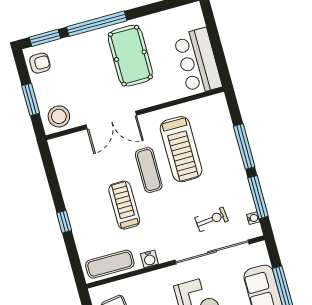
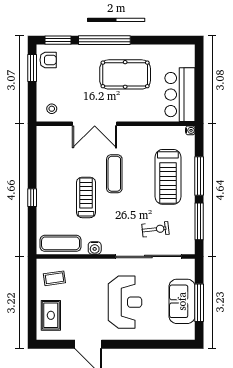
pool table: (130, 56) -> (125, 74), turned 90
window: (31, 99) -> (32, 68), moved
stool: (59, 116) -> (52, 109), width x0.53, depth x0.53
treadmill: (181, 149) -> (168, 177), moved
water cooler: (253, 218) -> (190, 130), moved

